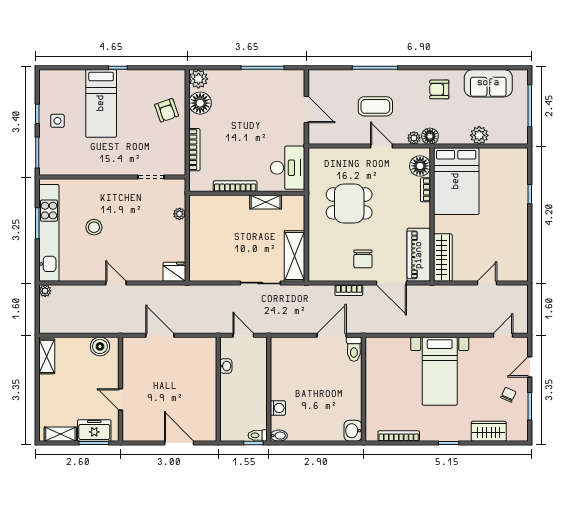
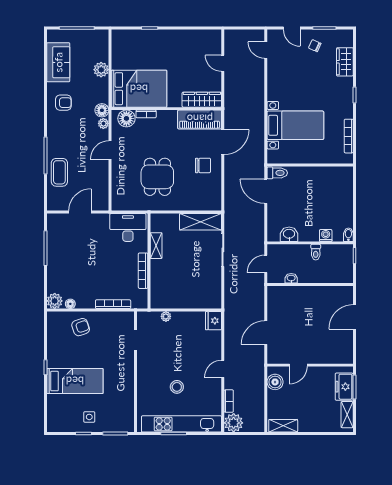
armchair: (439, 89) -> (63, 103), turned -90
floor lamp: (200, 103) -> (70, 304), width x0.53, depth x0.53
coffee table: (375, 106) -> (59, 172), moved
bookcase: (349, 290) -> (229, 401), moved
plant: (45, 291) -> (234, 423), width x1.87, depth x1.87
bed with nightstands: (440, 371) -> (295, 125), moved
door: (120, 399) -> (298, 365), moved
washbasin: (353, 431) -> (289, 234), moved, turned 180
toilet: (258, 435) -> (316, 252), moved

